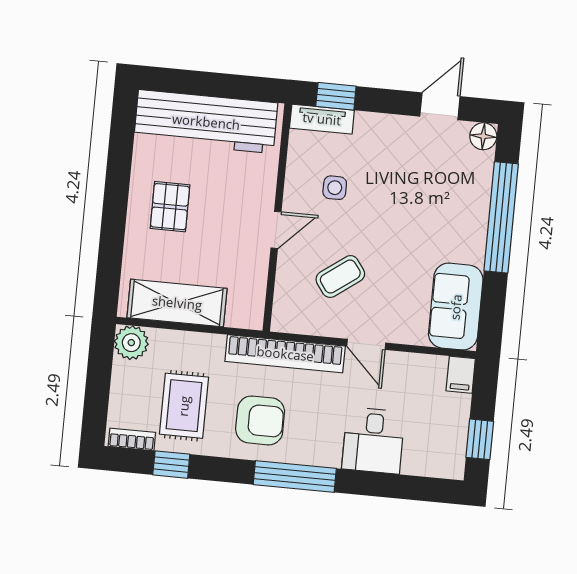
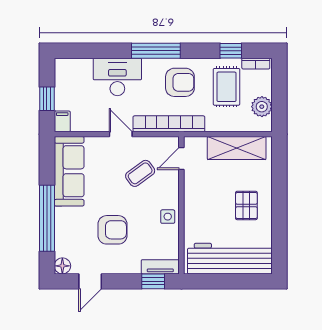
side table: (335, 188) -> (168, 217), moved
armchair: (395, 188) -> (112, 230), added
door: (276, 230) -> (181, 159), moved
sofa: (456, 307) -> (69, 171), width x1.36
plant: (131, 343) -> (262, 107), moved
armchair: (260, 420) -> (180, 82), turned 180
window: (480, 439) -> (47, 99), moved
desk: (373, 440) -> (117, 77), width x1.37

